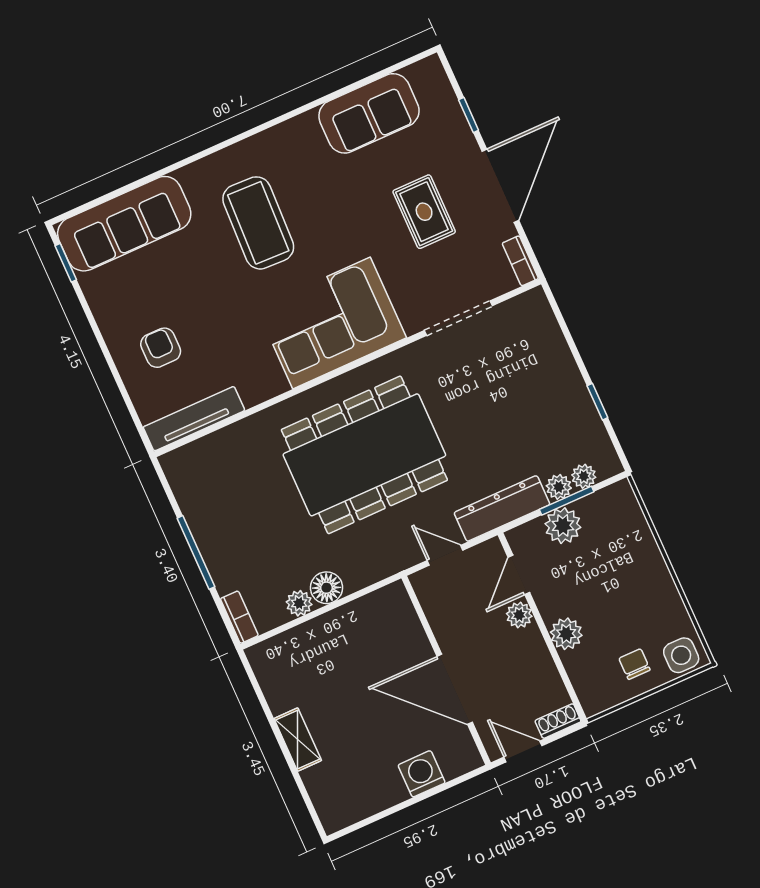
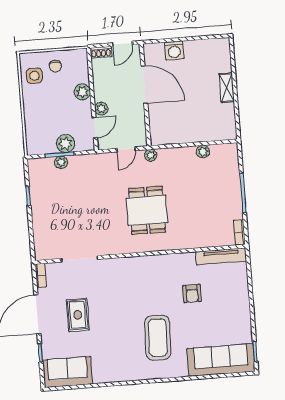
sofa: (369, 113) -> (68, 372), moved
corner sofa: (331, 323) -> (140, 278), removed
armchair: (161, 348) -> (192, 293), moved
dining table: (364, 455) -> (147, 210), width x0.53, depth x0.80
plant: (584, 476) -> (151, 155), moved
dresser: (502, 508) -> (91, 162), removed
door: (445, 555) -> (126, 149), hinge flipped
floor lamp: (327, 588) -> (187, 154), removed
bookcase: (239, 617) -> (239, 232), moved
side table: (681, 655) -> (34, 76), moved
door: (523, 751) -> (123, 44), hinge flipped

